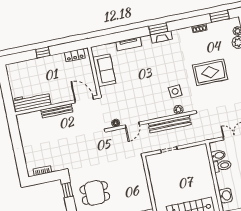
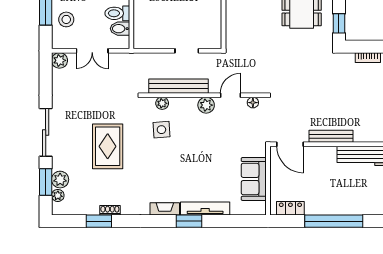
window: (220, 16) -> (99, 221), moved
window: (158, 29) -> (189, 221), moved
tv unit: (129, 44) -> (205, 209), width x1.41
window: (43, 52) -> (334, 221), width x3.17
rug: (210, 72) -> (108, 146), turned 90
plant: (148, 115) -> (206, 105), added

